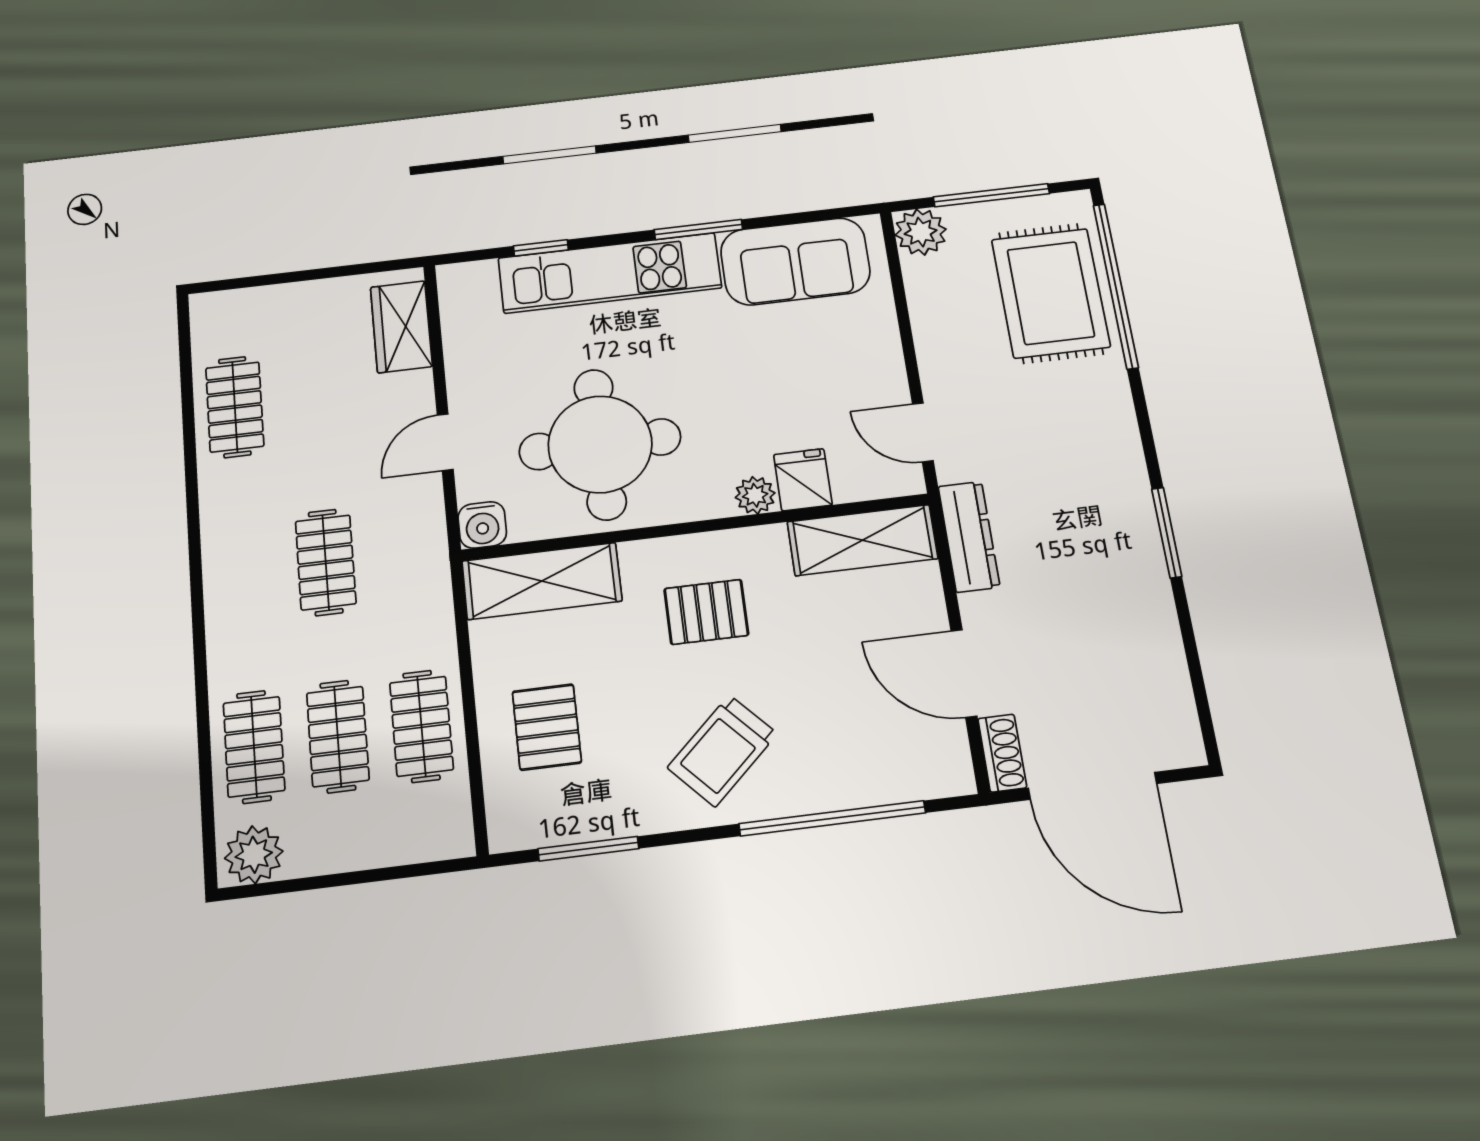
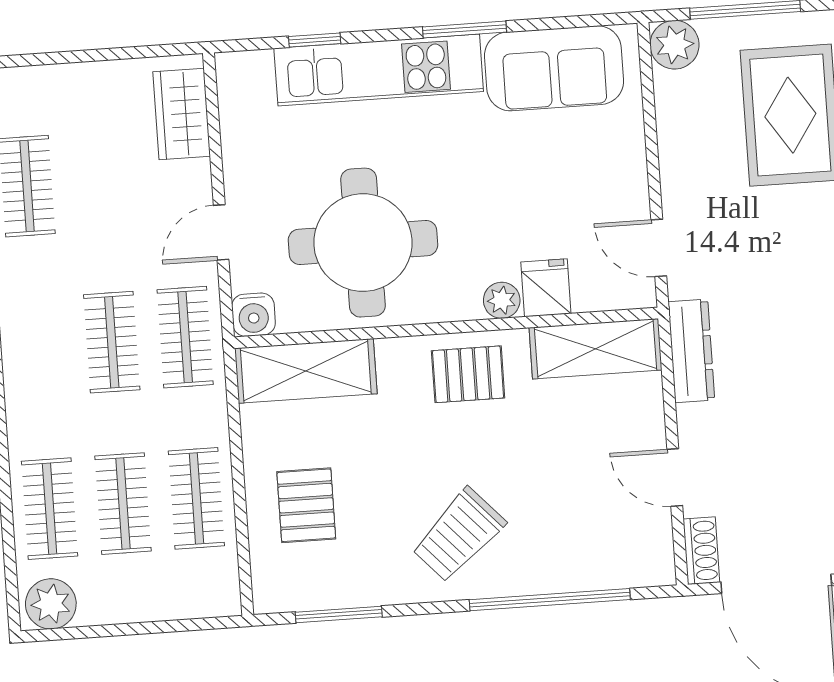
clothes rail: (407, 552) -> (185, 337), added
pallet: (706, 612) -> (468, 374), moved
door: (964, 673) -> (675, 477), width x0.73

